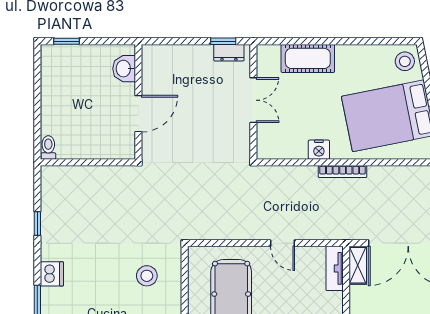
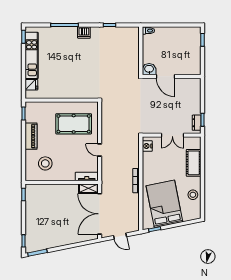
stool: (405, 61) -> (193, 195), moved
washbasin: (124, 69) -> (149, 69), moved
nightstand: (319, 150) -> (147, 146), moved
door: (282, 243) -> (100, 150), hinge flipped
stool: (147, 276) -> (83, 81), removed

